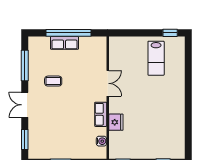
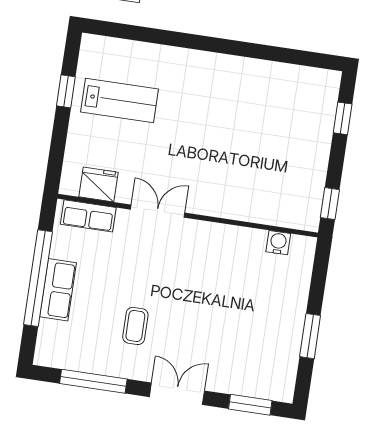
window: (170, 33) -> (66, 91), moved
double door: (25, 105) -> (177, 394), swing flipped
row of seats: (101, 114) -> (88, 216), moved
fridge: (116, 122) -> (99, 184), moved

